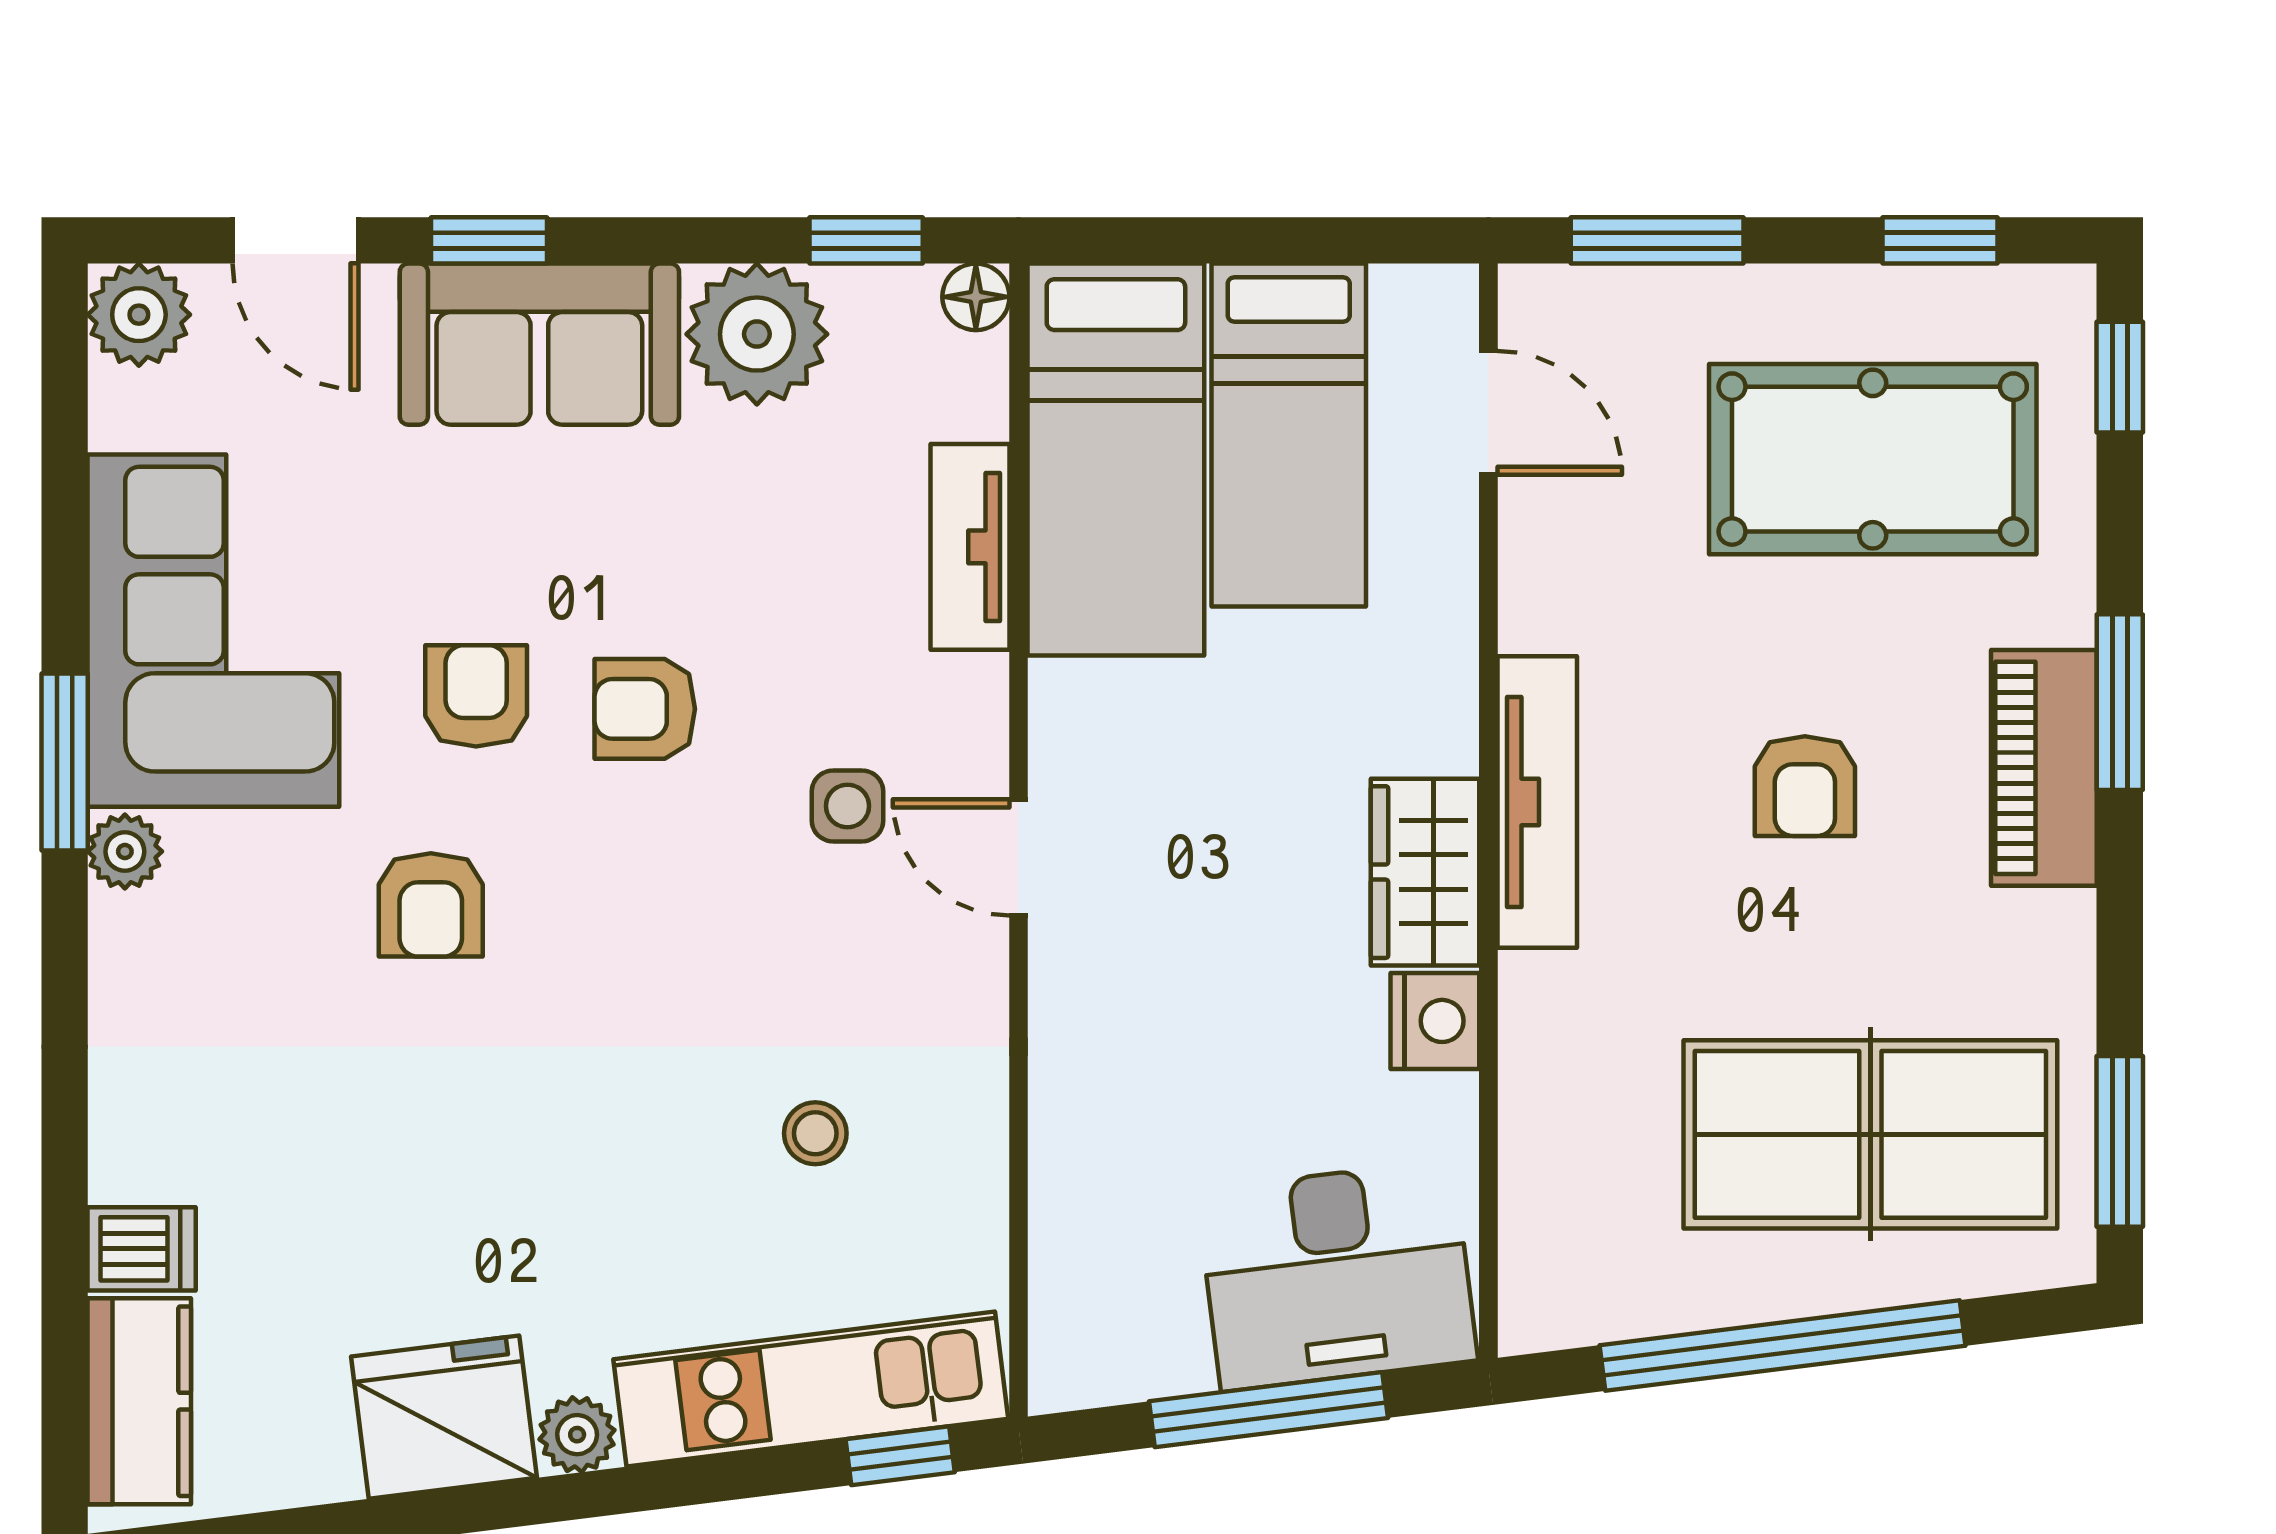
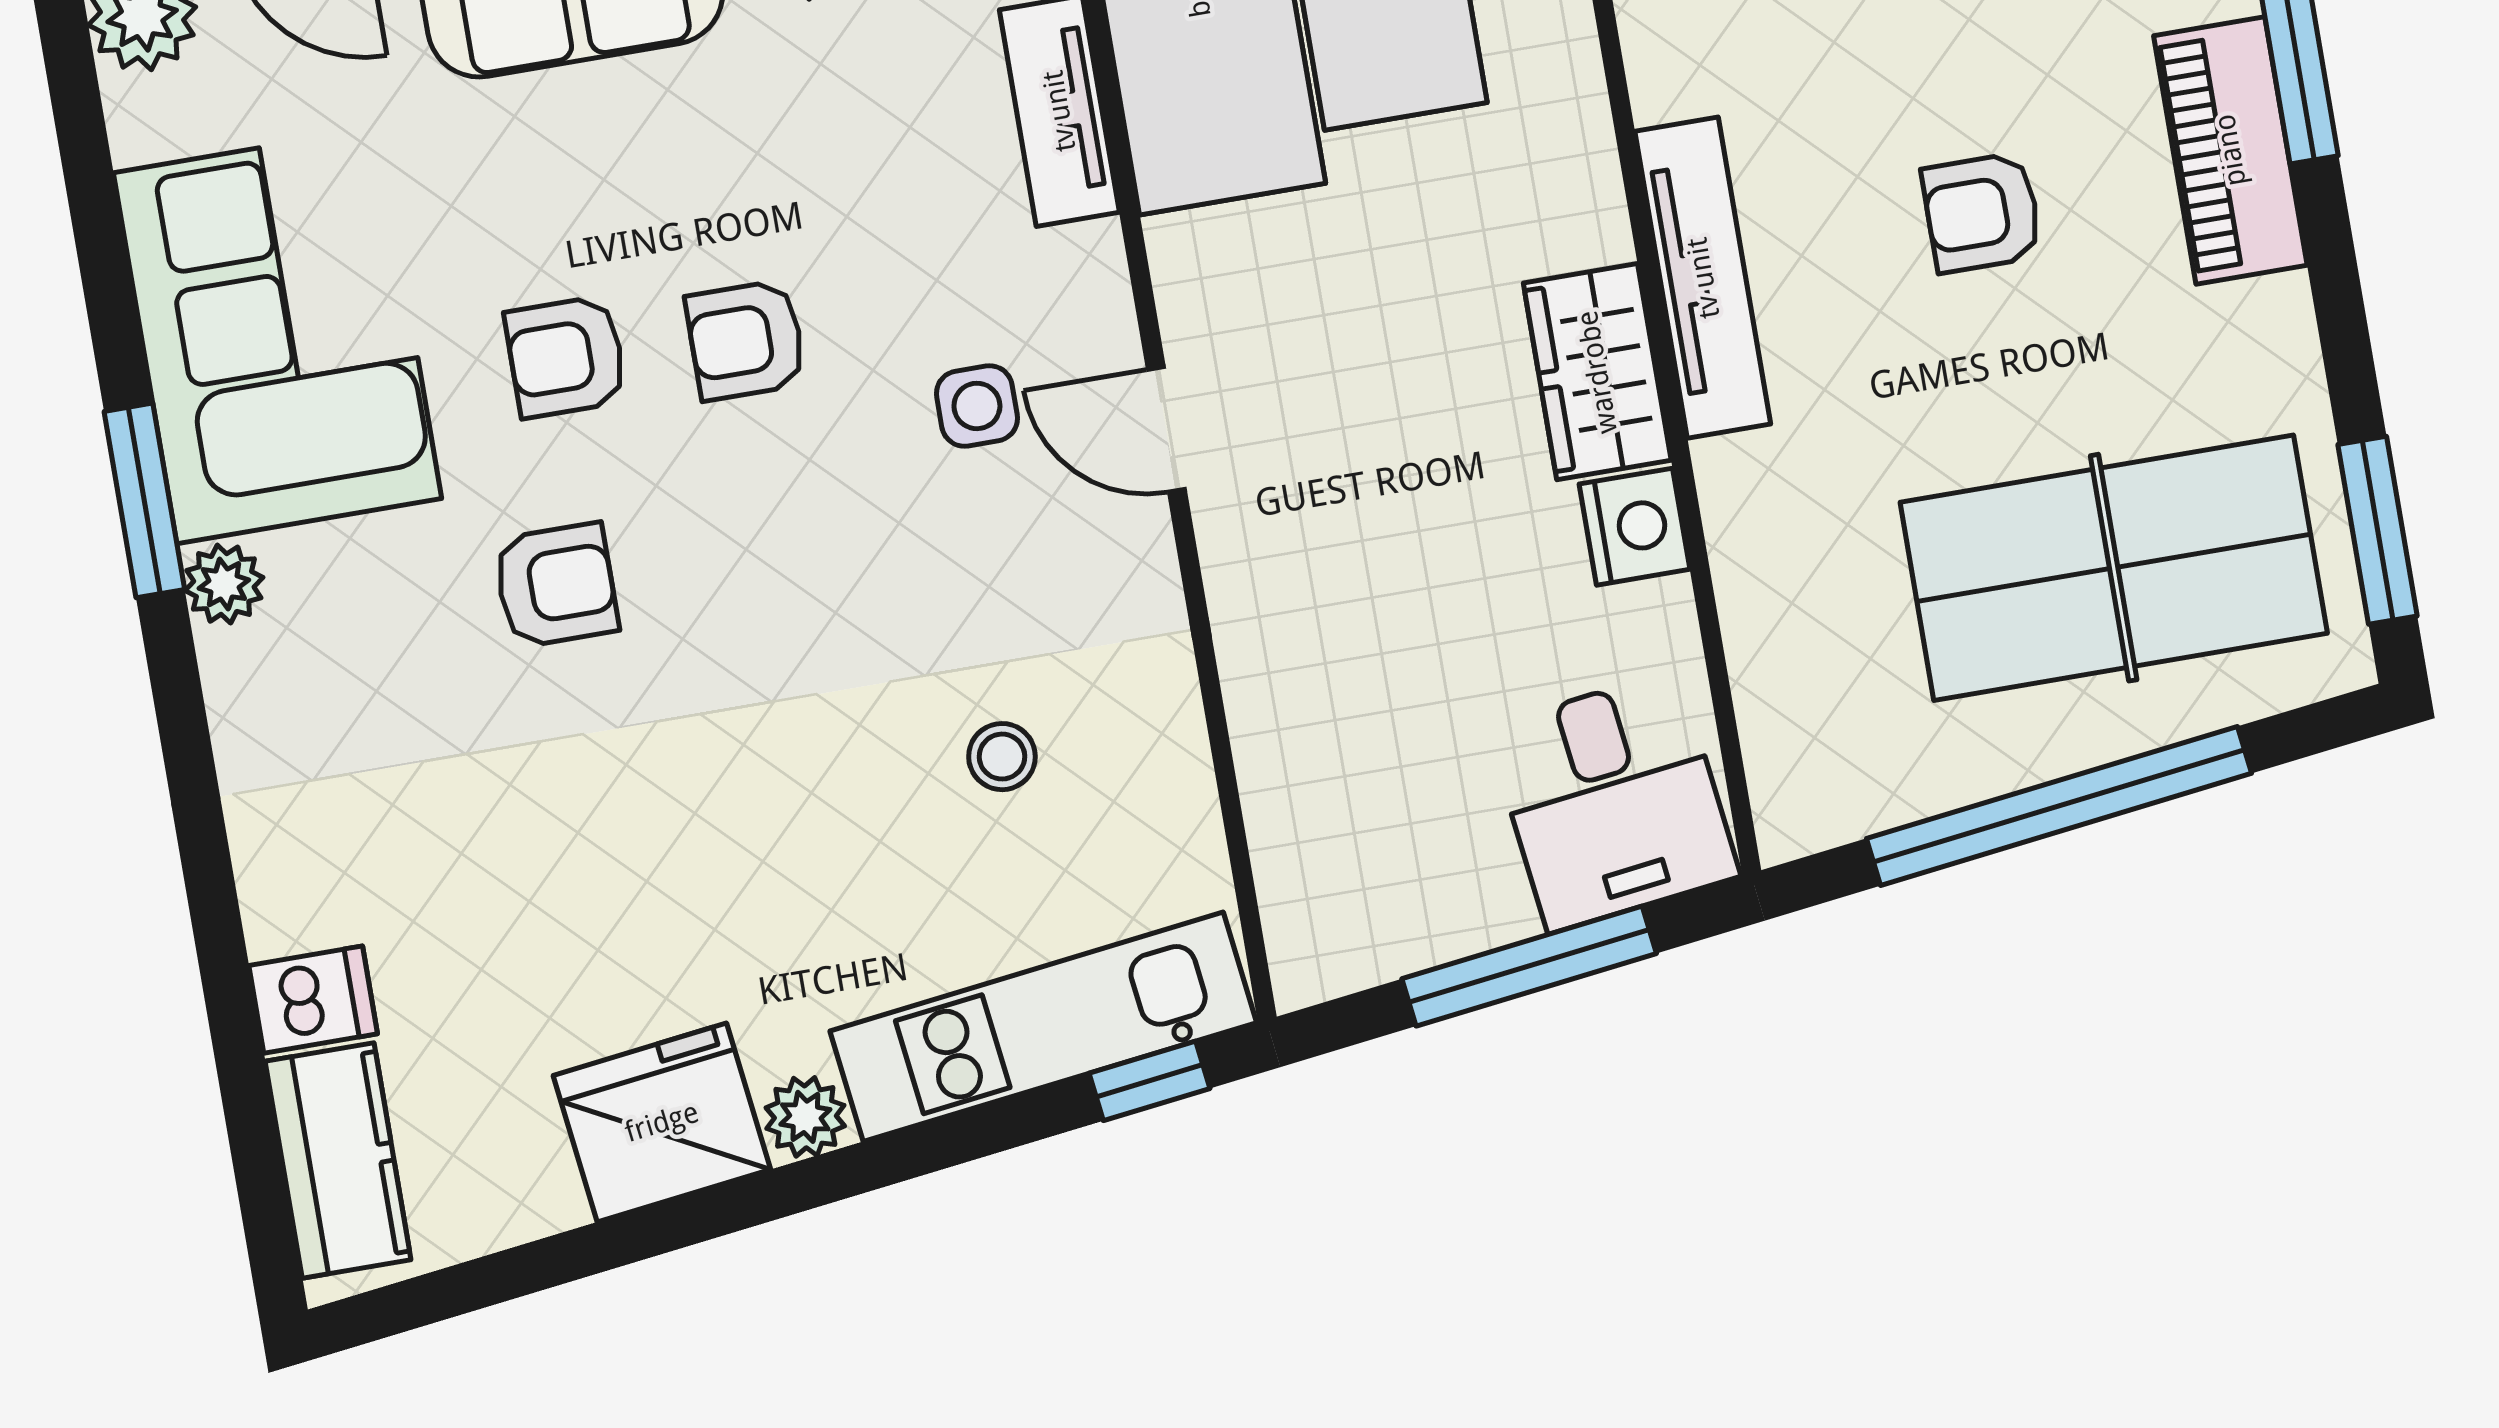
armchair: (476, 696) -> (566, 357), turned -90
armchair: (1805, 786) -> (1982, 213), turned 90
armchair: (431, 905) -> (556, 585), turned -90
desk: (1337, 1275) -> (1613, 801), width x0.73

